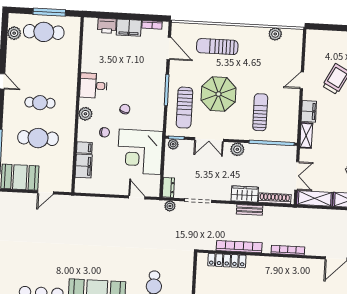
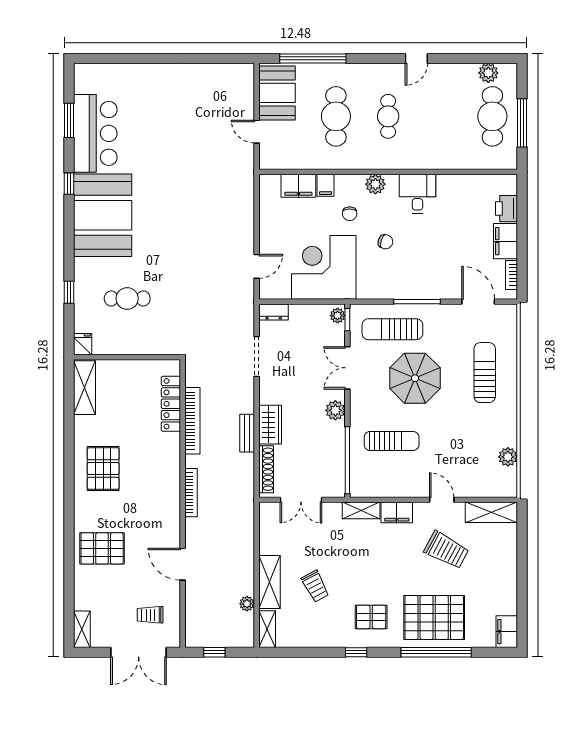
door: (169, 48) -> (478, 302), swing flipped
shelving: (315, 198) -> (491, 512), moved, turned 90
plant: (170, 206) -> (247, 316), removed

